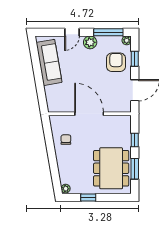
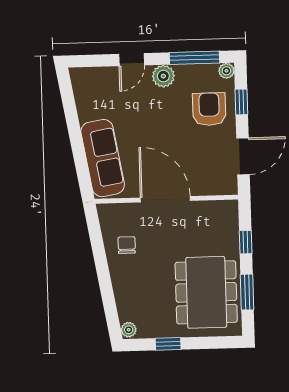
sofa: (49, 62) -> (103, 158), moved

